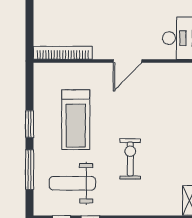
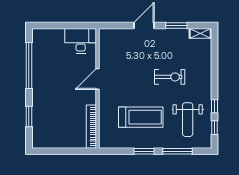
door: (128, 61) -> (97, 79), swing flipped
exercise bike: (130, 159) -> (170, 77), turned 180

